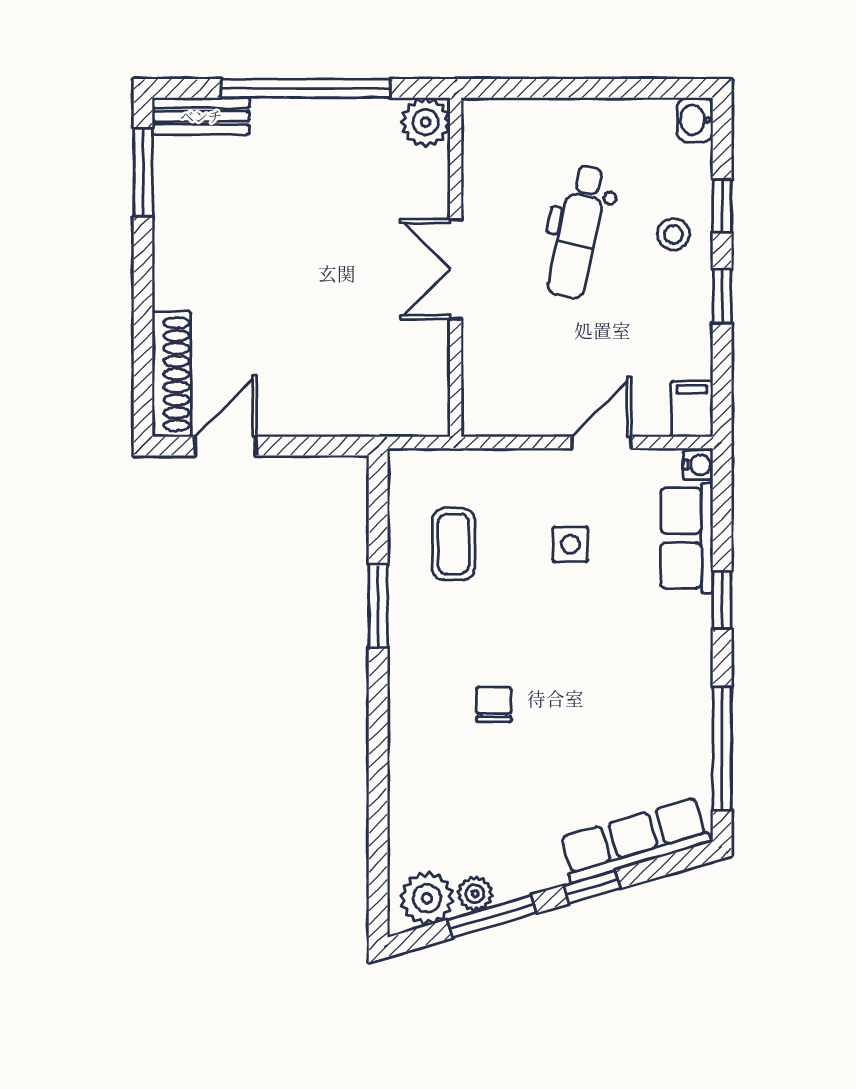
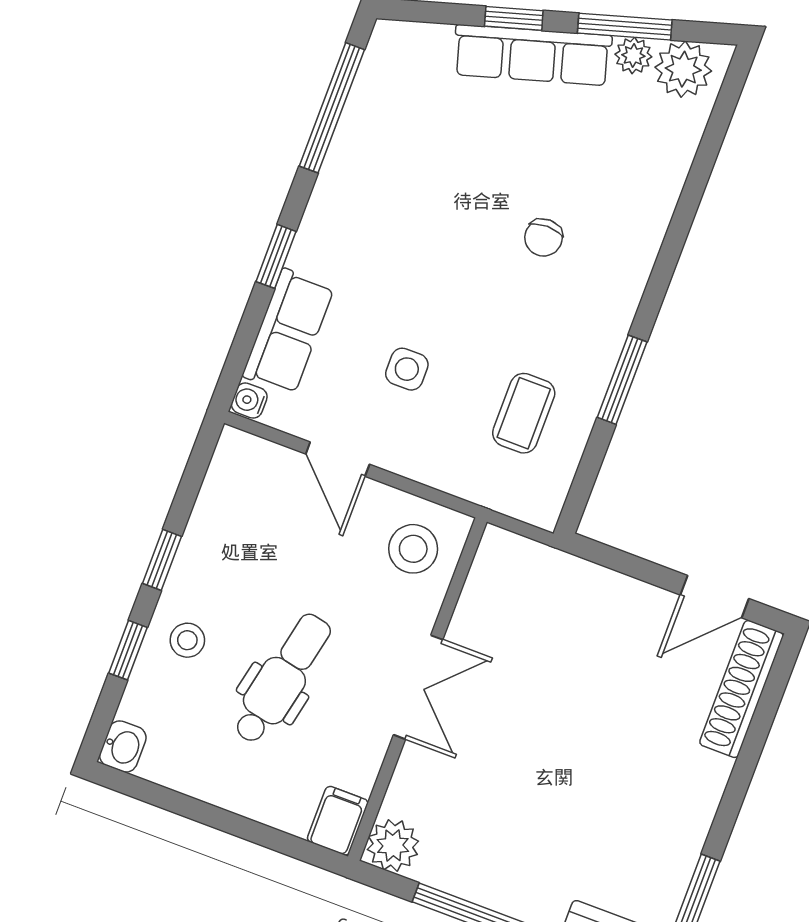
stool: (506, 389) -> (413, 549), added
filing cabinet: (692, 409) -> (338, 821), moved, turned 180
door: (601, 443) -> (338, 459), hinge flipped
row of seats: (634, 840) -> (532, 55), moved

